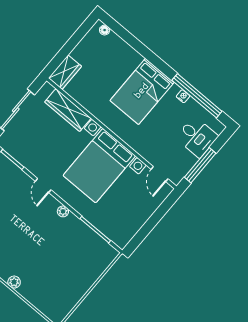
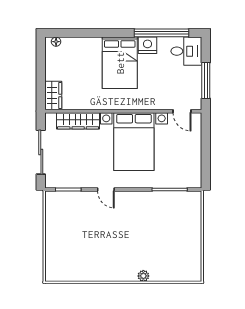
nightstand: (183, 96) -> (148, 45), width x1.89, depth x1.79
desk: (197, 137) -> (186, 51), moved
plant: (63, 211) -> (136, 196), removed

